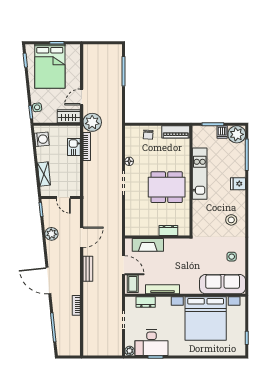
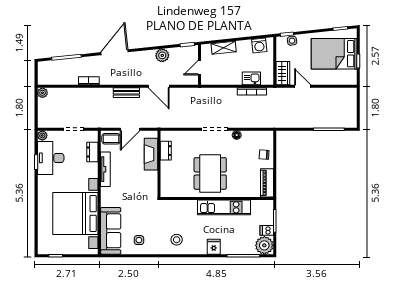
plant: (92, 122) -> (43, 93), moved, width x0.53, depth x0.53
dresser: (168, 230) -> (166, 151), moved

